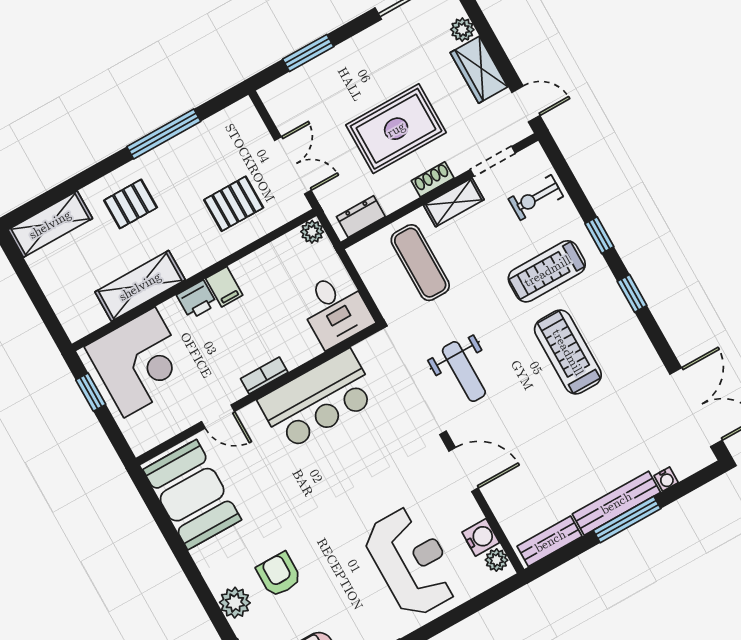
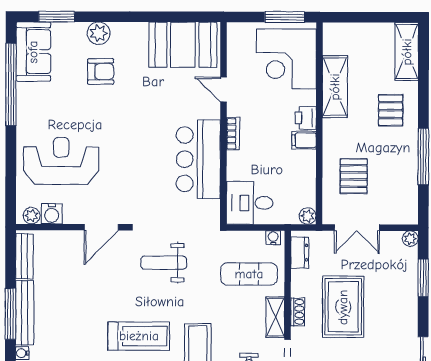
plant: (270, 95) -> (410, 239), added
water cooler: (361, 258) -> (273, 238), added
window: (91, 392) -> (285, 17), width x1.50
door: (218, 416) -> (223, 89), hinge flipped
reception desk: (412, 562) -> (61, 161), turned 180

